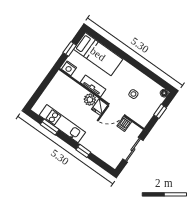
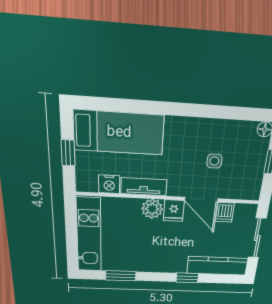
nightstand: (69, 68) -> (109, 184), moved
door: (116, 110) -> (201, 199), hinge flipped
kitchen unit: (62, 124) -> (89, 235), moved, turned 90
kitchen counter: (103, 154) -> (217, 266), added

